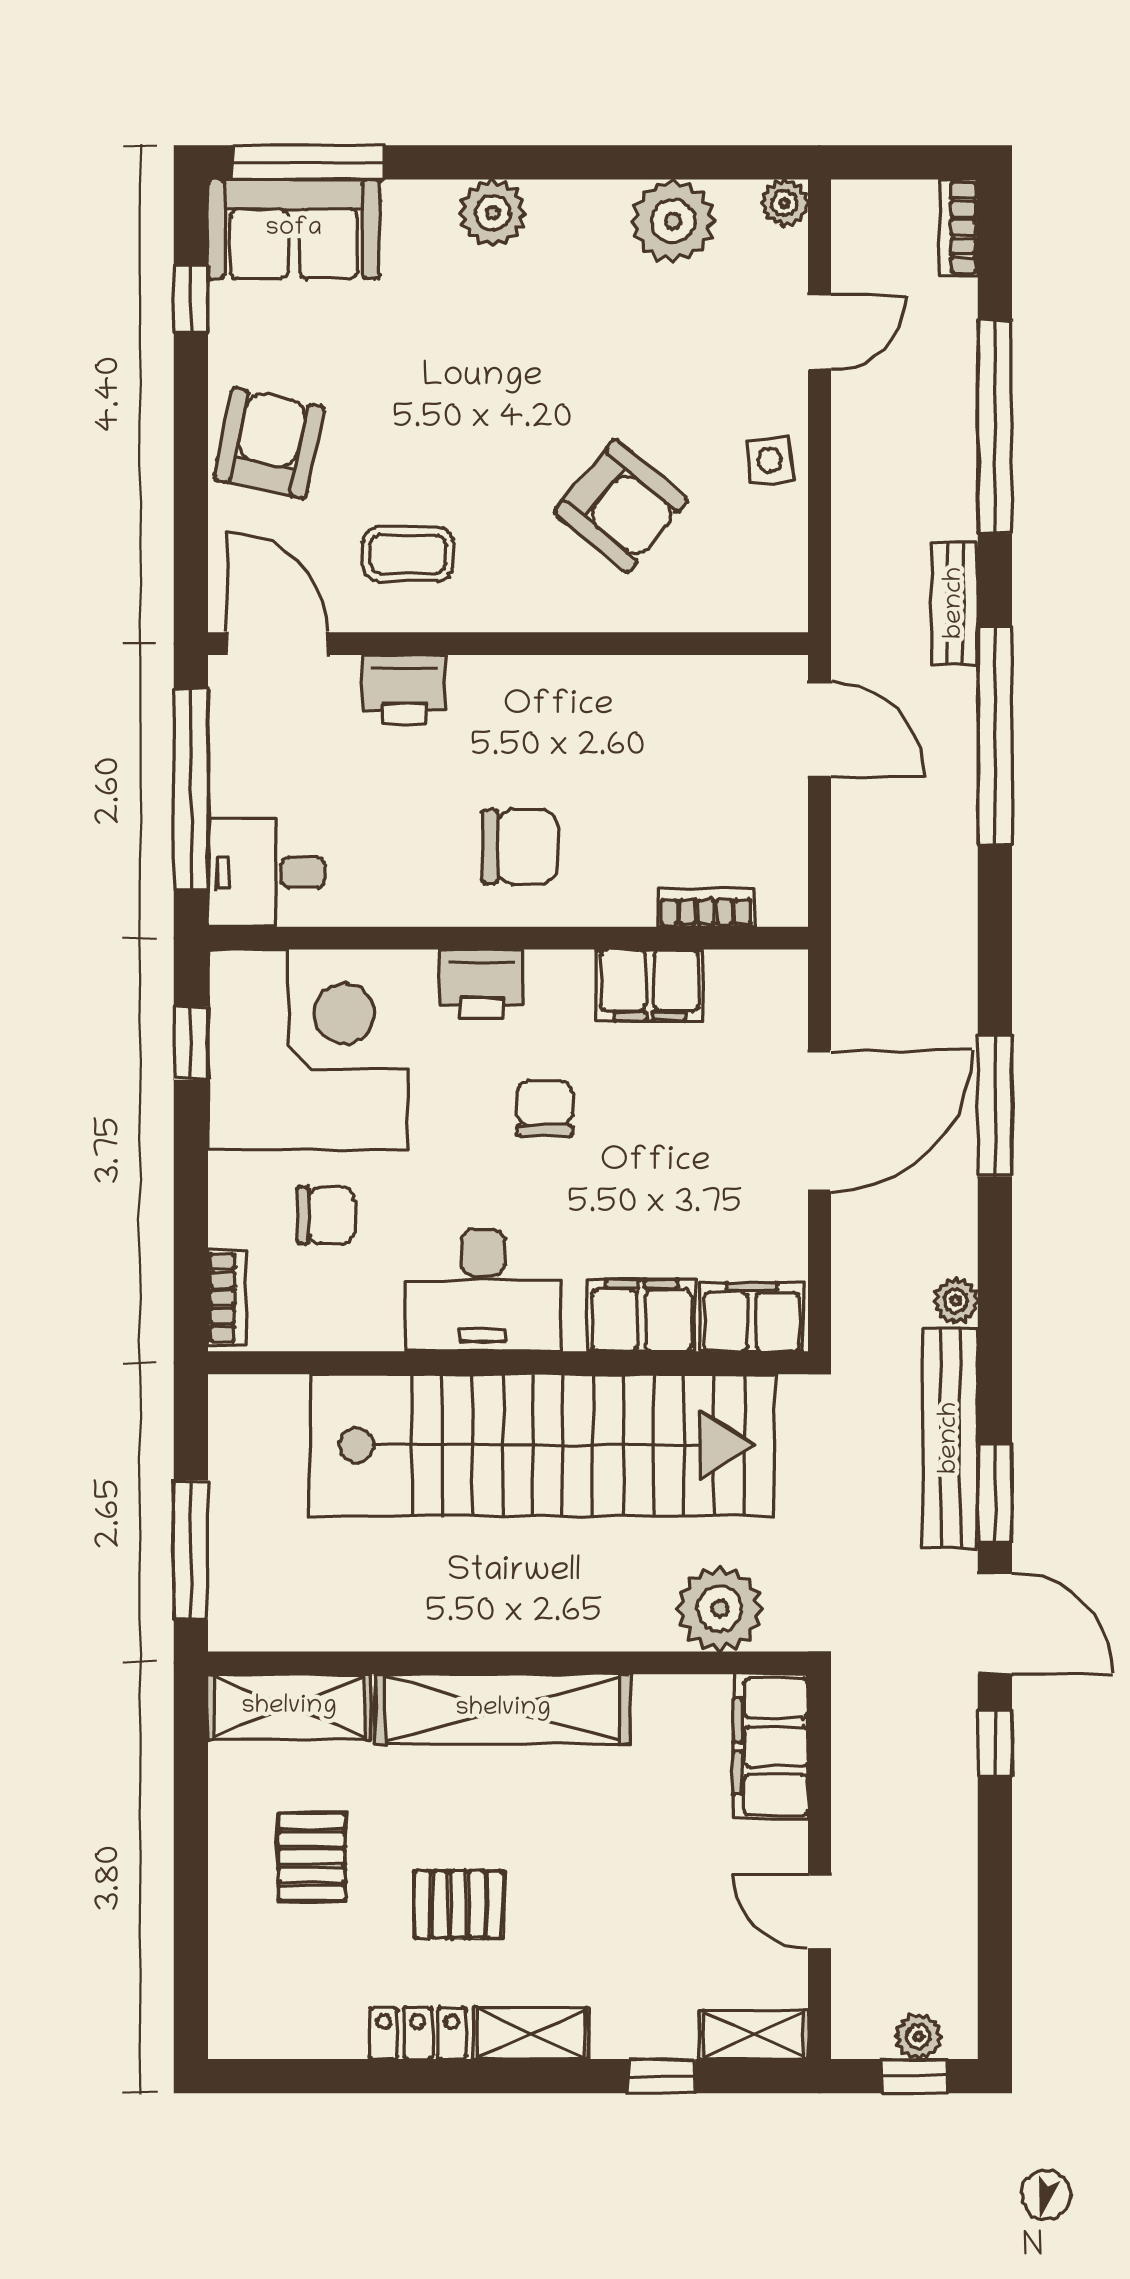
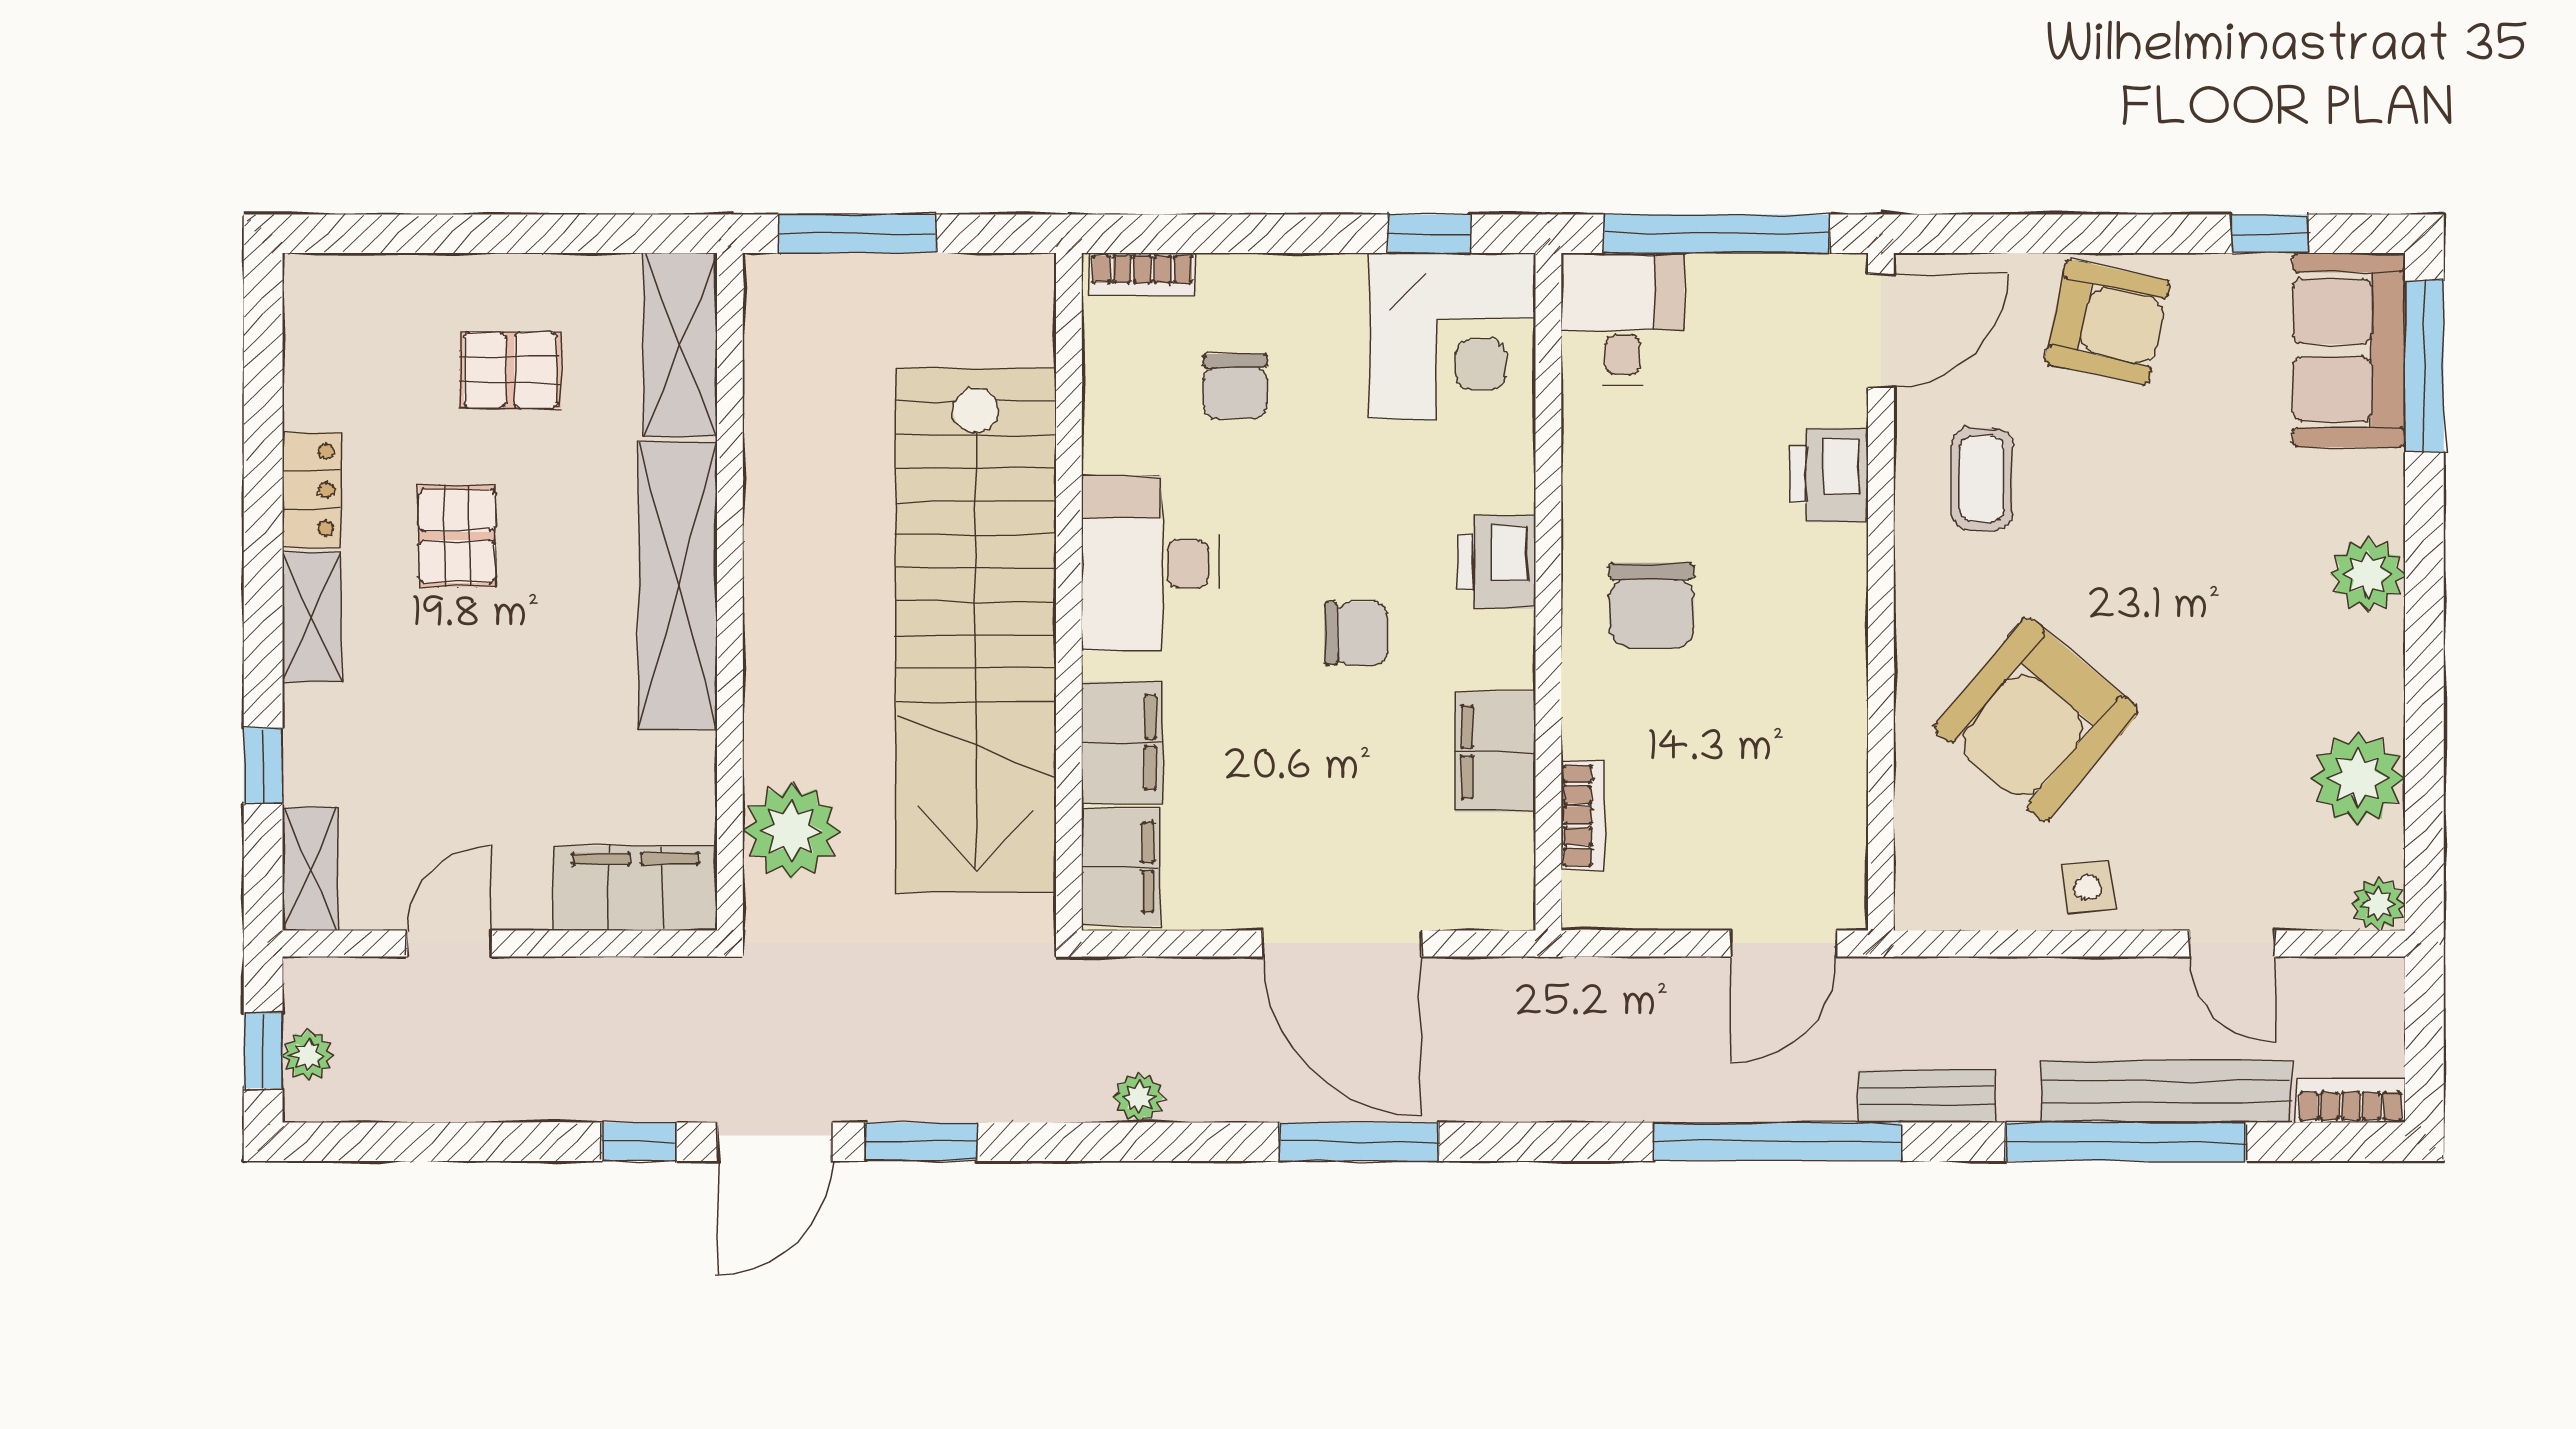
armchair: (621, 506) -> (2036, 719), width x1.36, depth x1.36
corner desk: (308, 1050) -> (1452, 336), width x0.74, depth x0.74
bench: (950, 1438) -> (2166, 1091), moved

